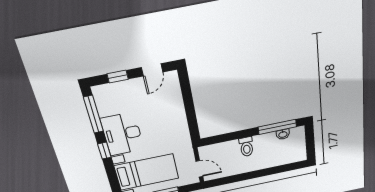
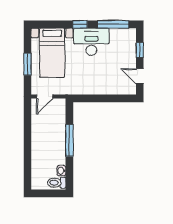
window: (277, 127) -> (69, 140), moved
toilet: (246, 147) -> (57, 183), moved

